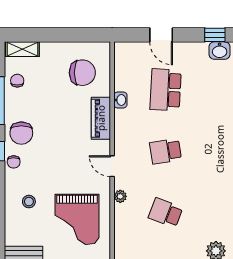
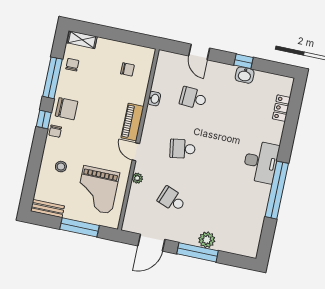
chair: (82, 73) -> (127, 69), width x0.54, depth x0.54
school desk: (166, 90) -> (193, 98), width x0.54
piano: (101, 118) -> (132, 122), moved
chair: (21, 133) -> (67, 109), turned -90

